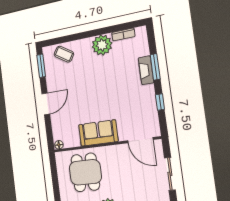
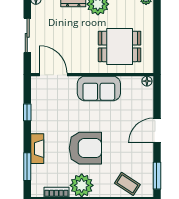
window: (155, 67) -> (27, 167), moved
armchair: (103, 79) -> (85, 148), added
dining table: (85, 172) -> (120, 46), turned 90

